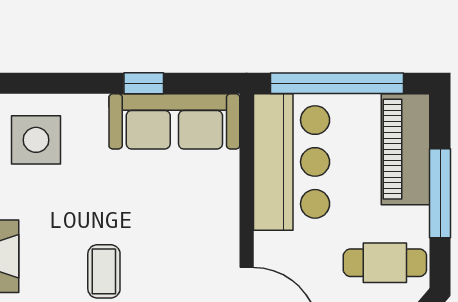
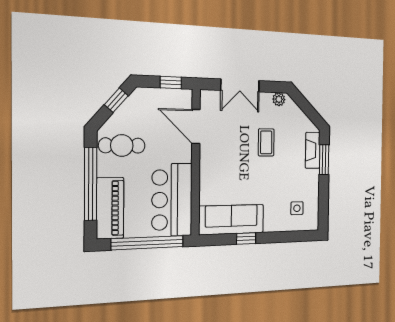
side table: (36, 140) -> (297, 208), width x0.54, depth x0.54
window: (440, 193) -> (91, 184), width x1.46

